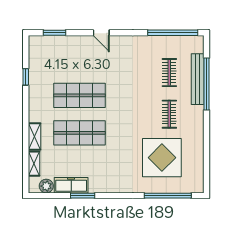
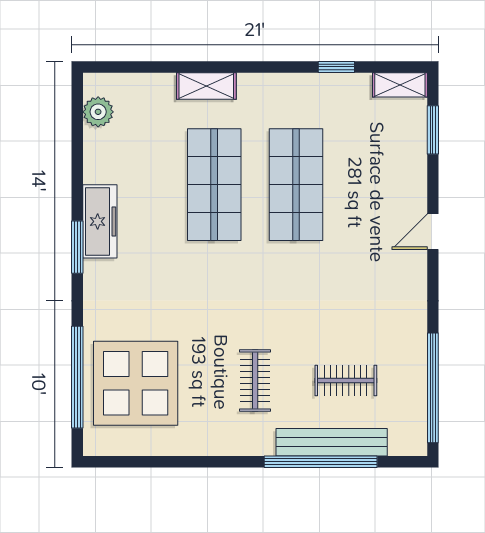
clothes rail: (169, 114) -> (255, 381), turned 90
display table: (162, 158) -> (136, 383), moved
shelving: (34, 164) -> (400, 85), moved
freezer: (71, 185) -> (100, 221), moved
window: (83, 196) -> (77, 247), moved

